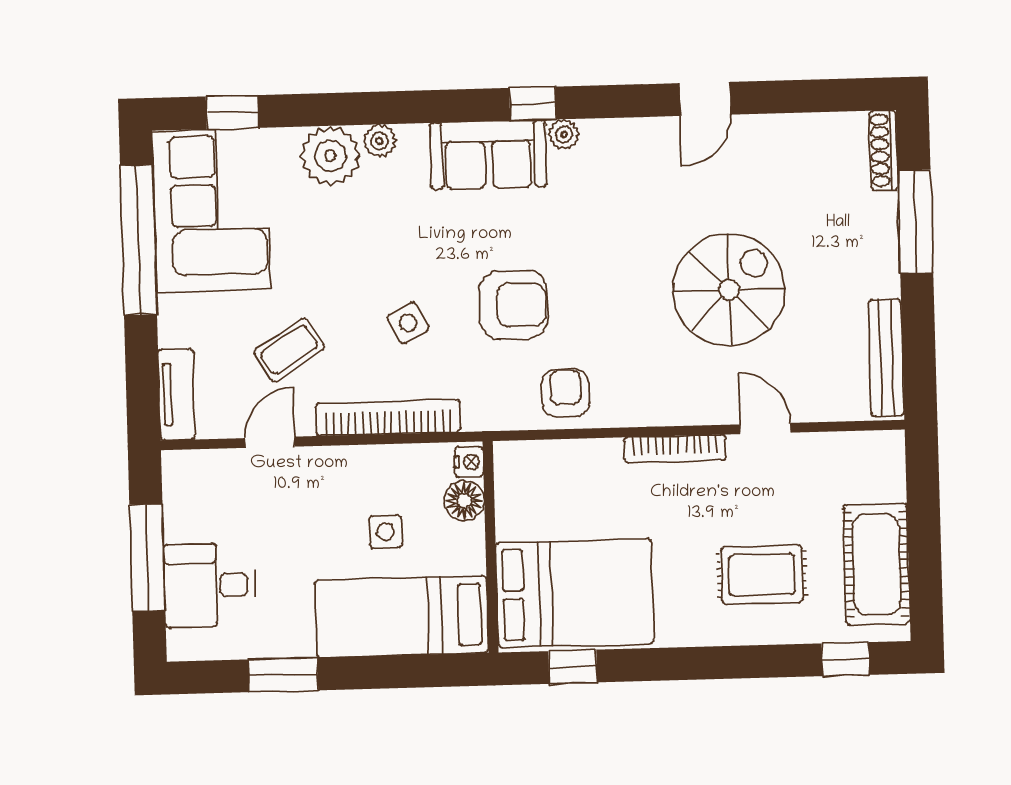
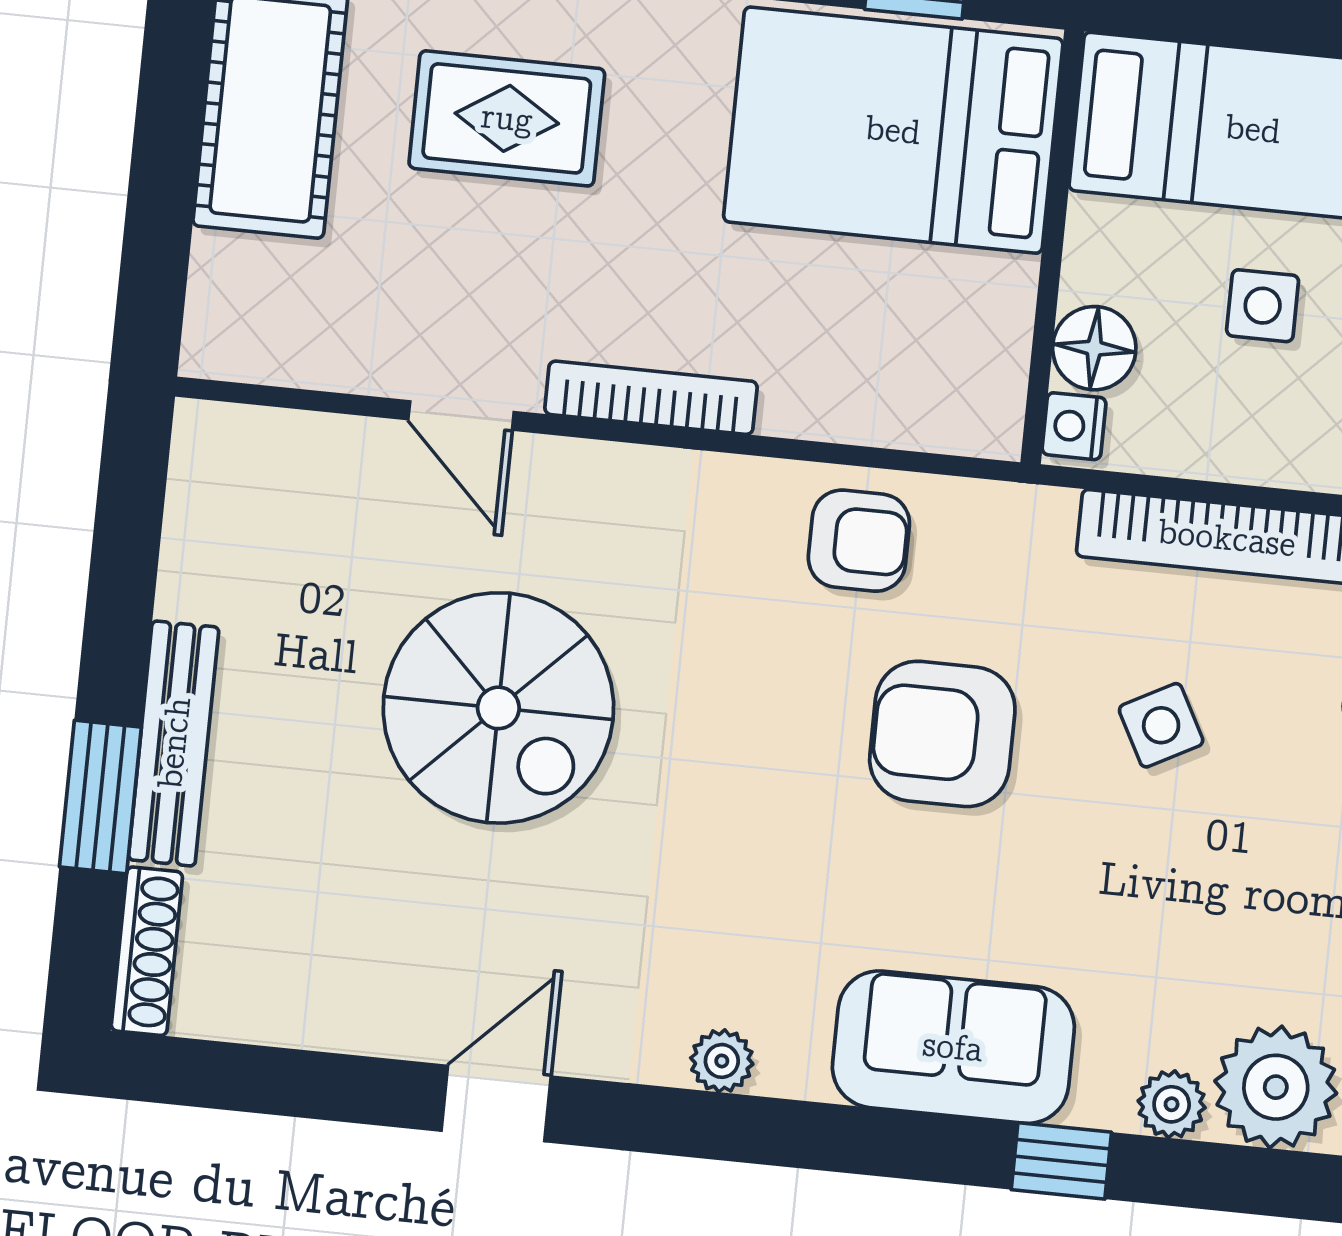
window: (533, 104) -> (1061, 1161), moved
plant: (564, 135) -> (722, 1061), moved
window: (915, 222) -> (100, 797), width x0.69
spiral stairs: (729, 290) -> (498, 708), turned -90
bench: (886, 358) -> (174, 743), moved
armchair: (566, 393) -> (859, 541), turned -90

